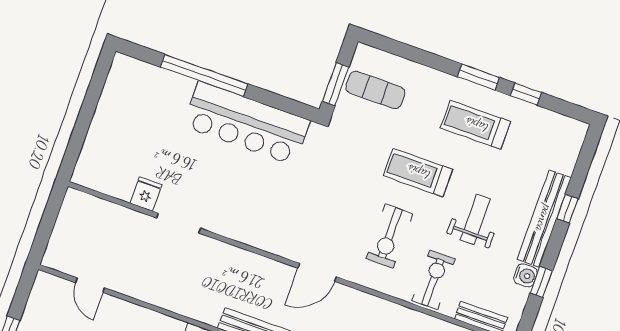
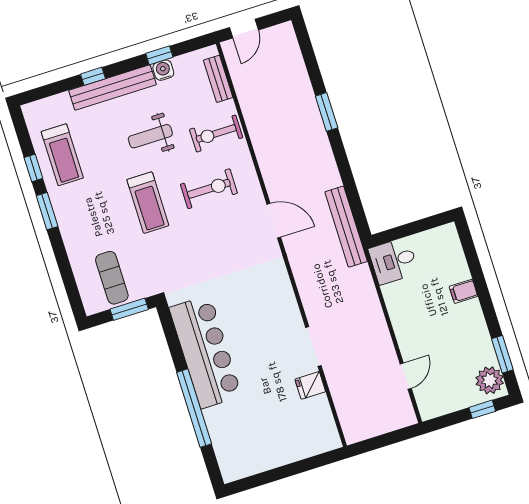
treadmill: (476, 125) -> (62, 155), moved

